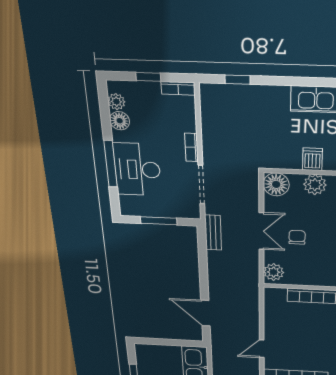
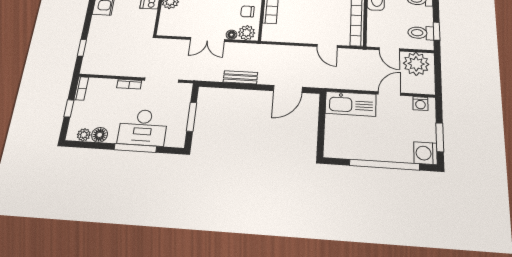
floor lamp: (276, 184) -> (232, 35), moved, width x0.53, depth x0.53
double door: (261, 231) -> (207, 39), swing flipped
bench: (213, 233) -> (240, 77), moved
chair: (297, 237) -> (247, 12), moved

